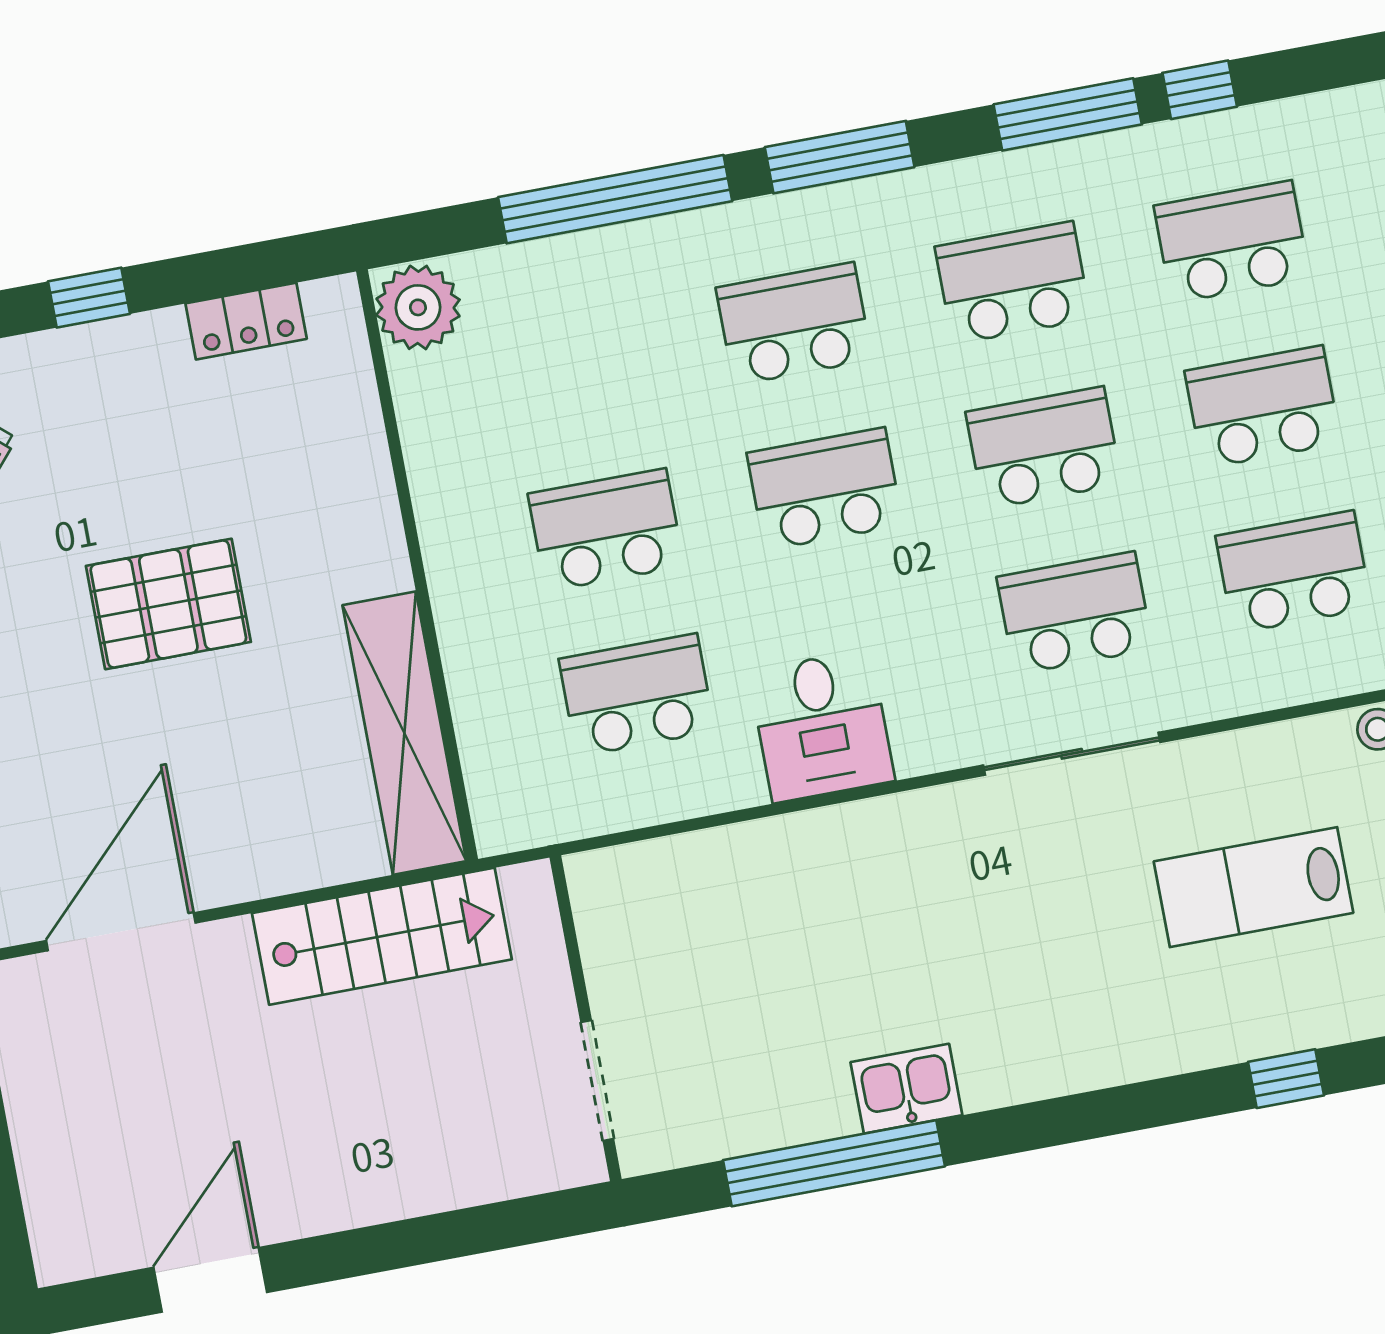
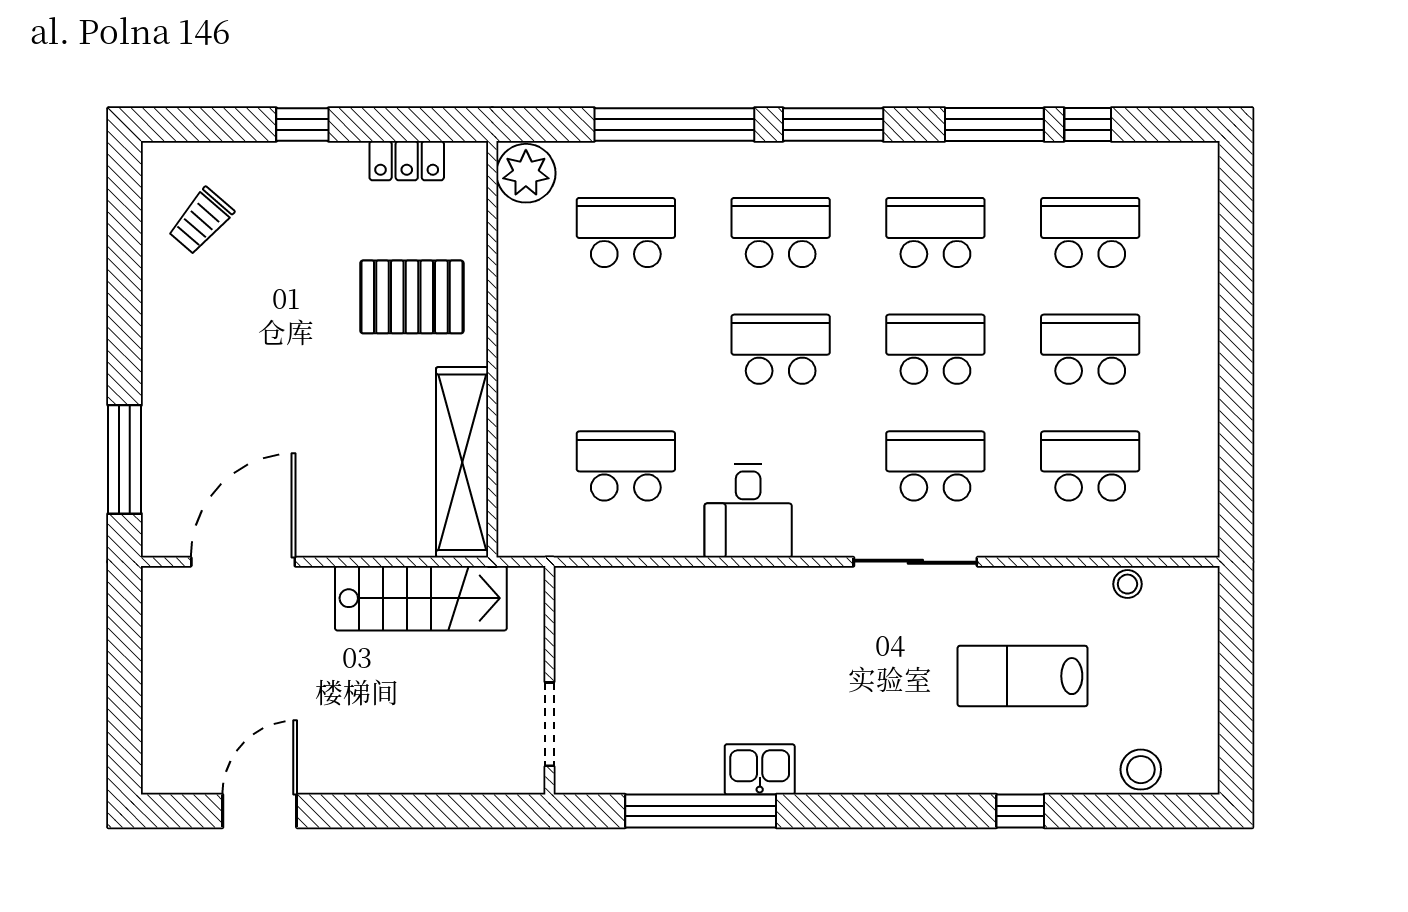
school desk: (606, 530) -> (626, 233), moved
pallet: (168, 604) -> (412, 297), moved

